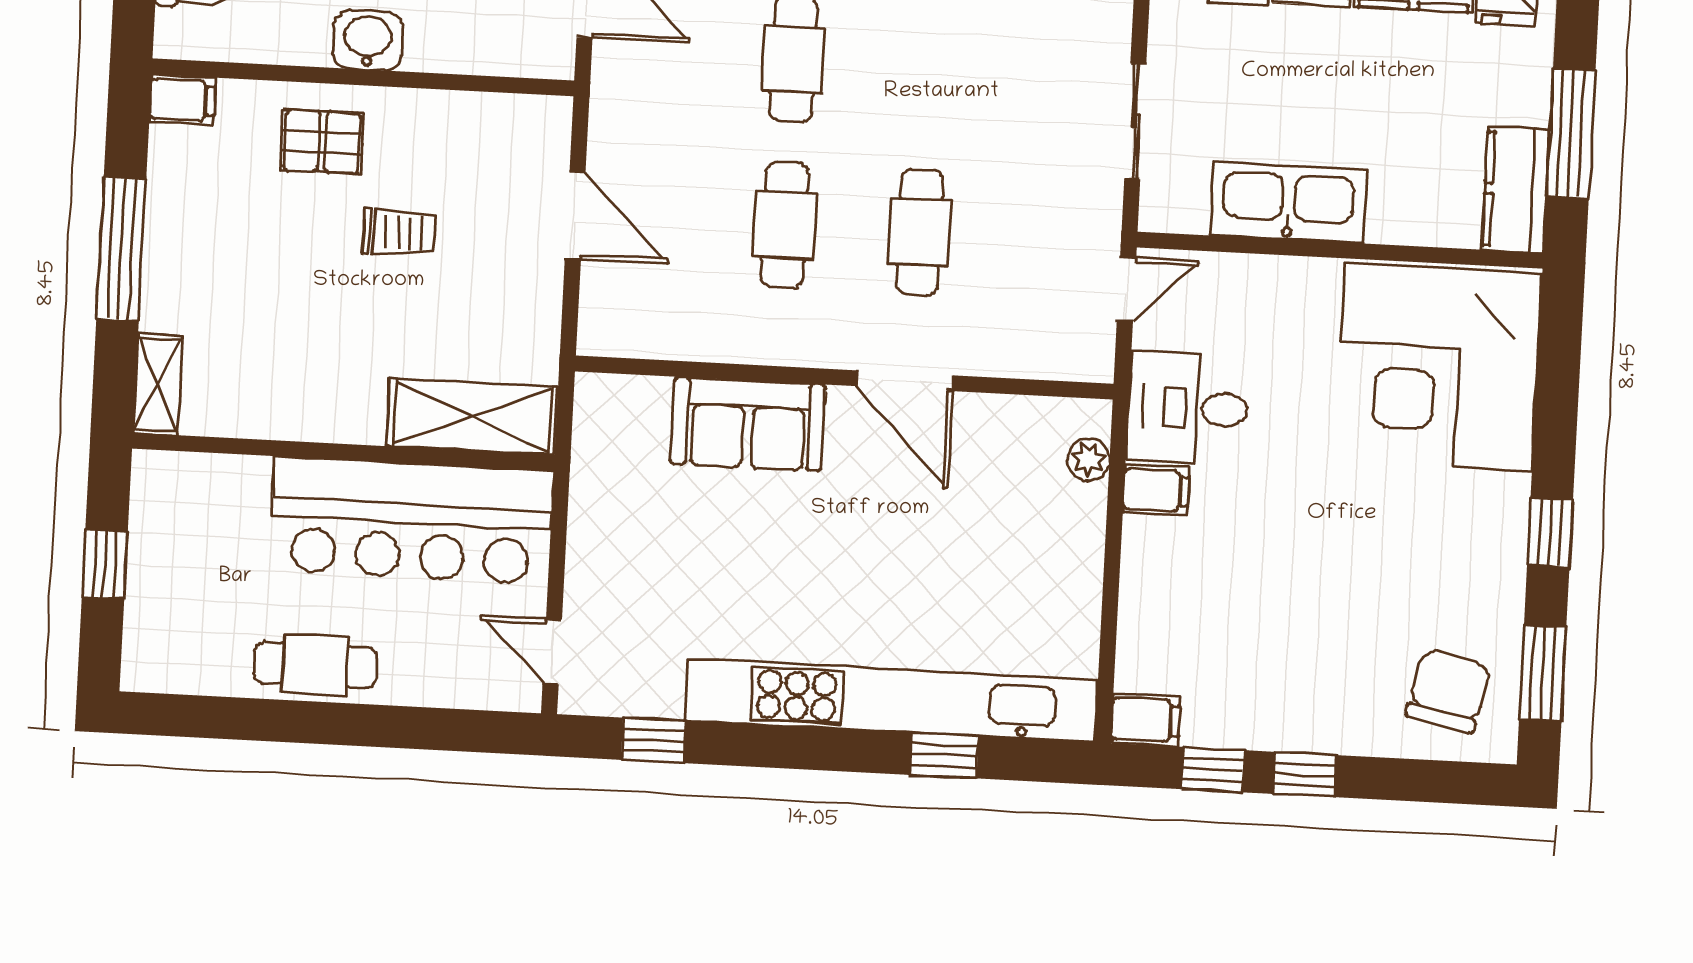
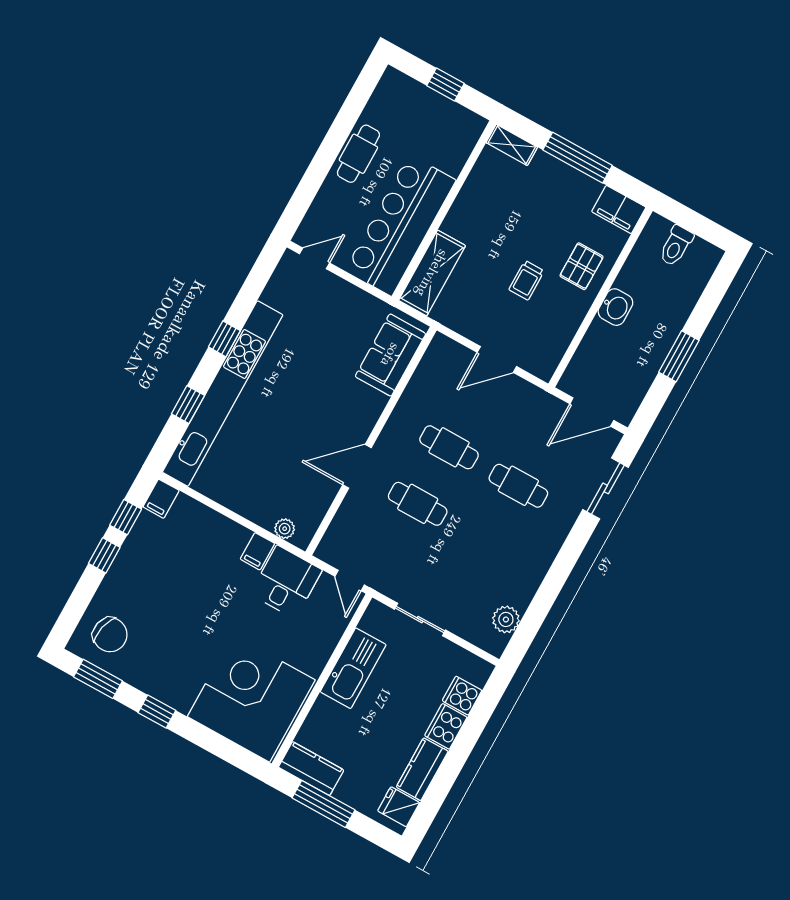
filing cabinet: (182, 100) -> (619, 209), width x2.00
sofa: (748, 424) -> (390, 355), moved
window: (653, 740) -> (224, 339), moved

